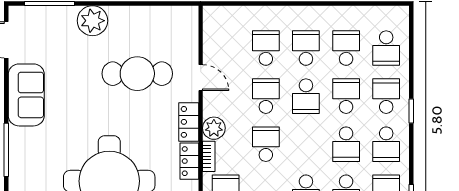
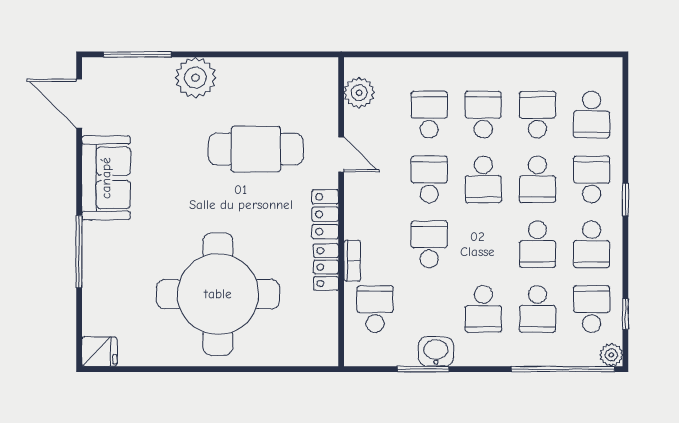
school desk: (346, 96) -> (537, 179), turned 180
plant: (214, 128) -> (359, 93), moved

